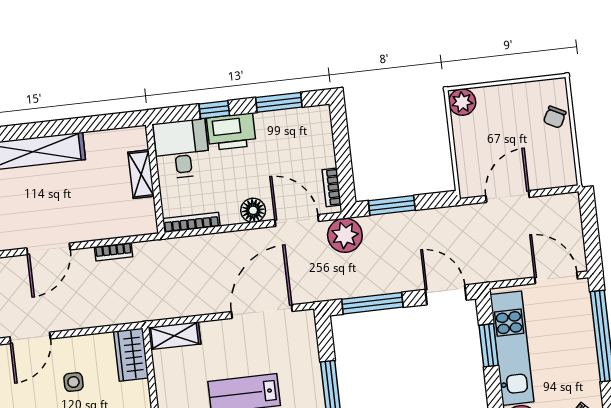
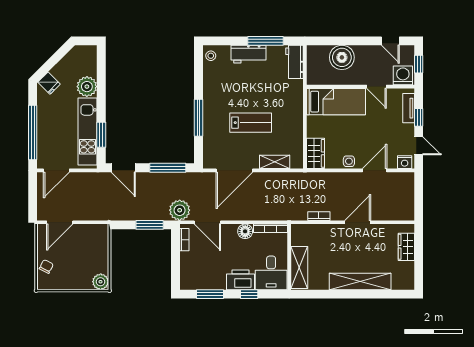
shelving: (141, 174) -> (299, 268), width x1.50, depth x1.33
door: (508, 197) -> (60, 222), moved
floor lamp: (253, 210) -> (245, 231), moved
door: (556, 278) -> (56, 170), hinge flipped
shelving: (175, 336) -> (275, 162), moved
side table: (73, 382) -> (349, 161), moved

